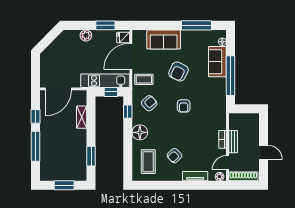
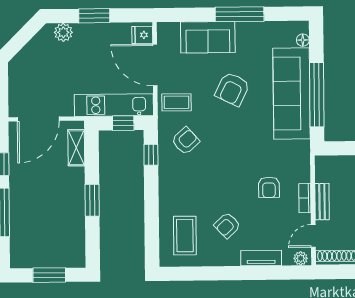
window: (105, 25) -> (94, 16), moved
window: (196, 25) -> (240, 14), moved
plant: (86, 35) -> (63, 32), moved
door: (131, 56) -> (155, 65), hinge flipped
sofa: (217, 62) -> (292, 93), width x1.85, depth x1.27
armchair: (184, 106) -> (269, 187), moved
shelving: (82, 117) -> (76, 148), moved
floor lamp: (140, 132) -> (171, 188), removed
window: (91, 156) -> (92, 200), moved

